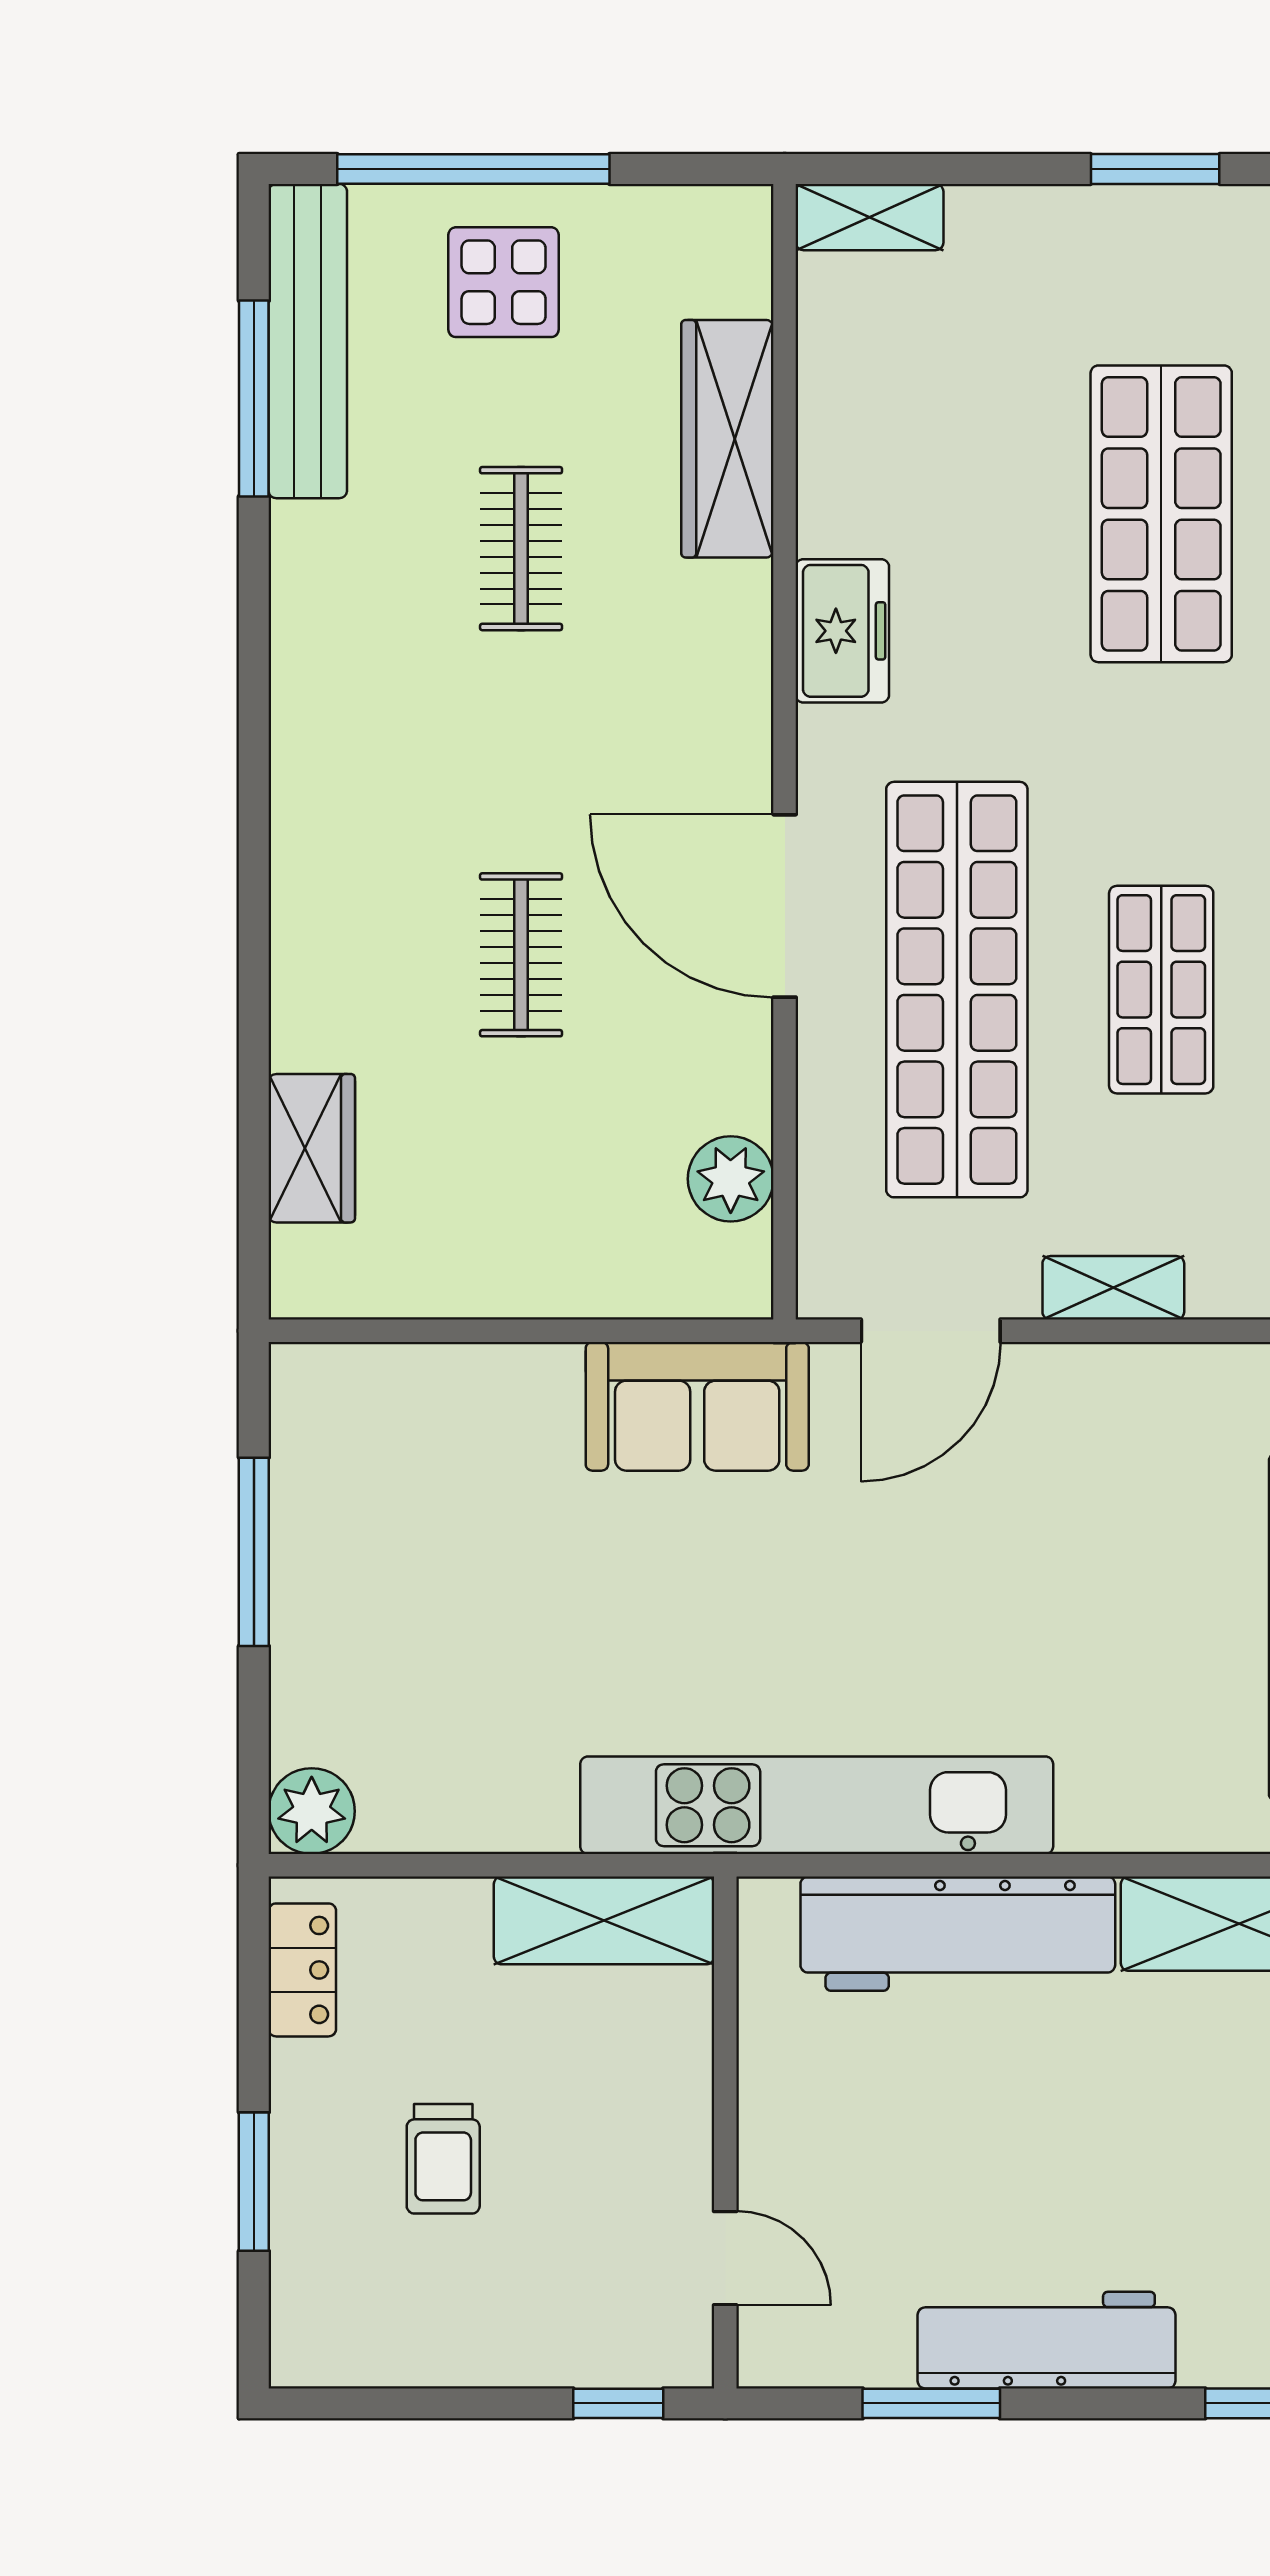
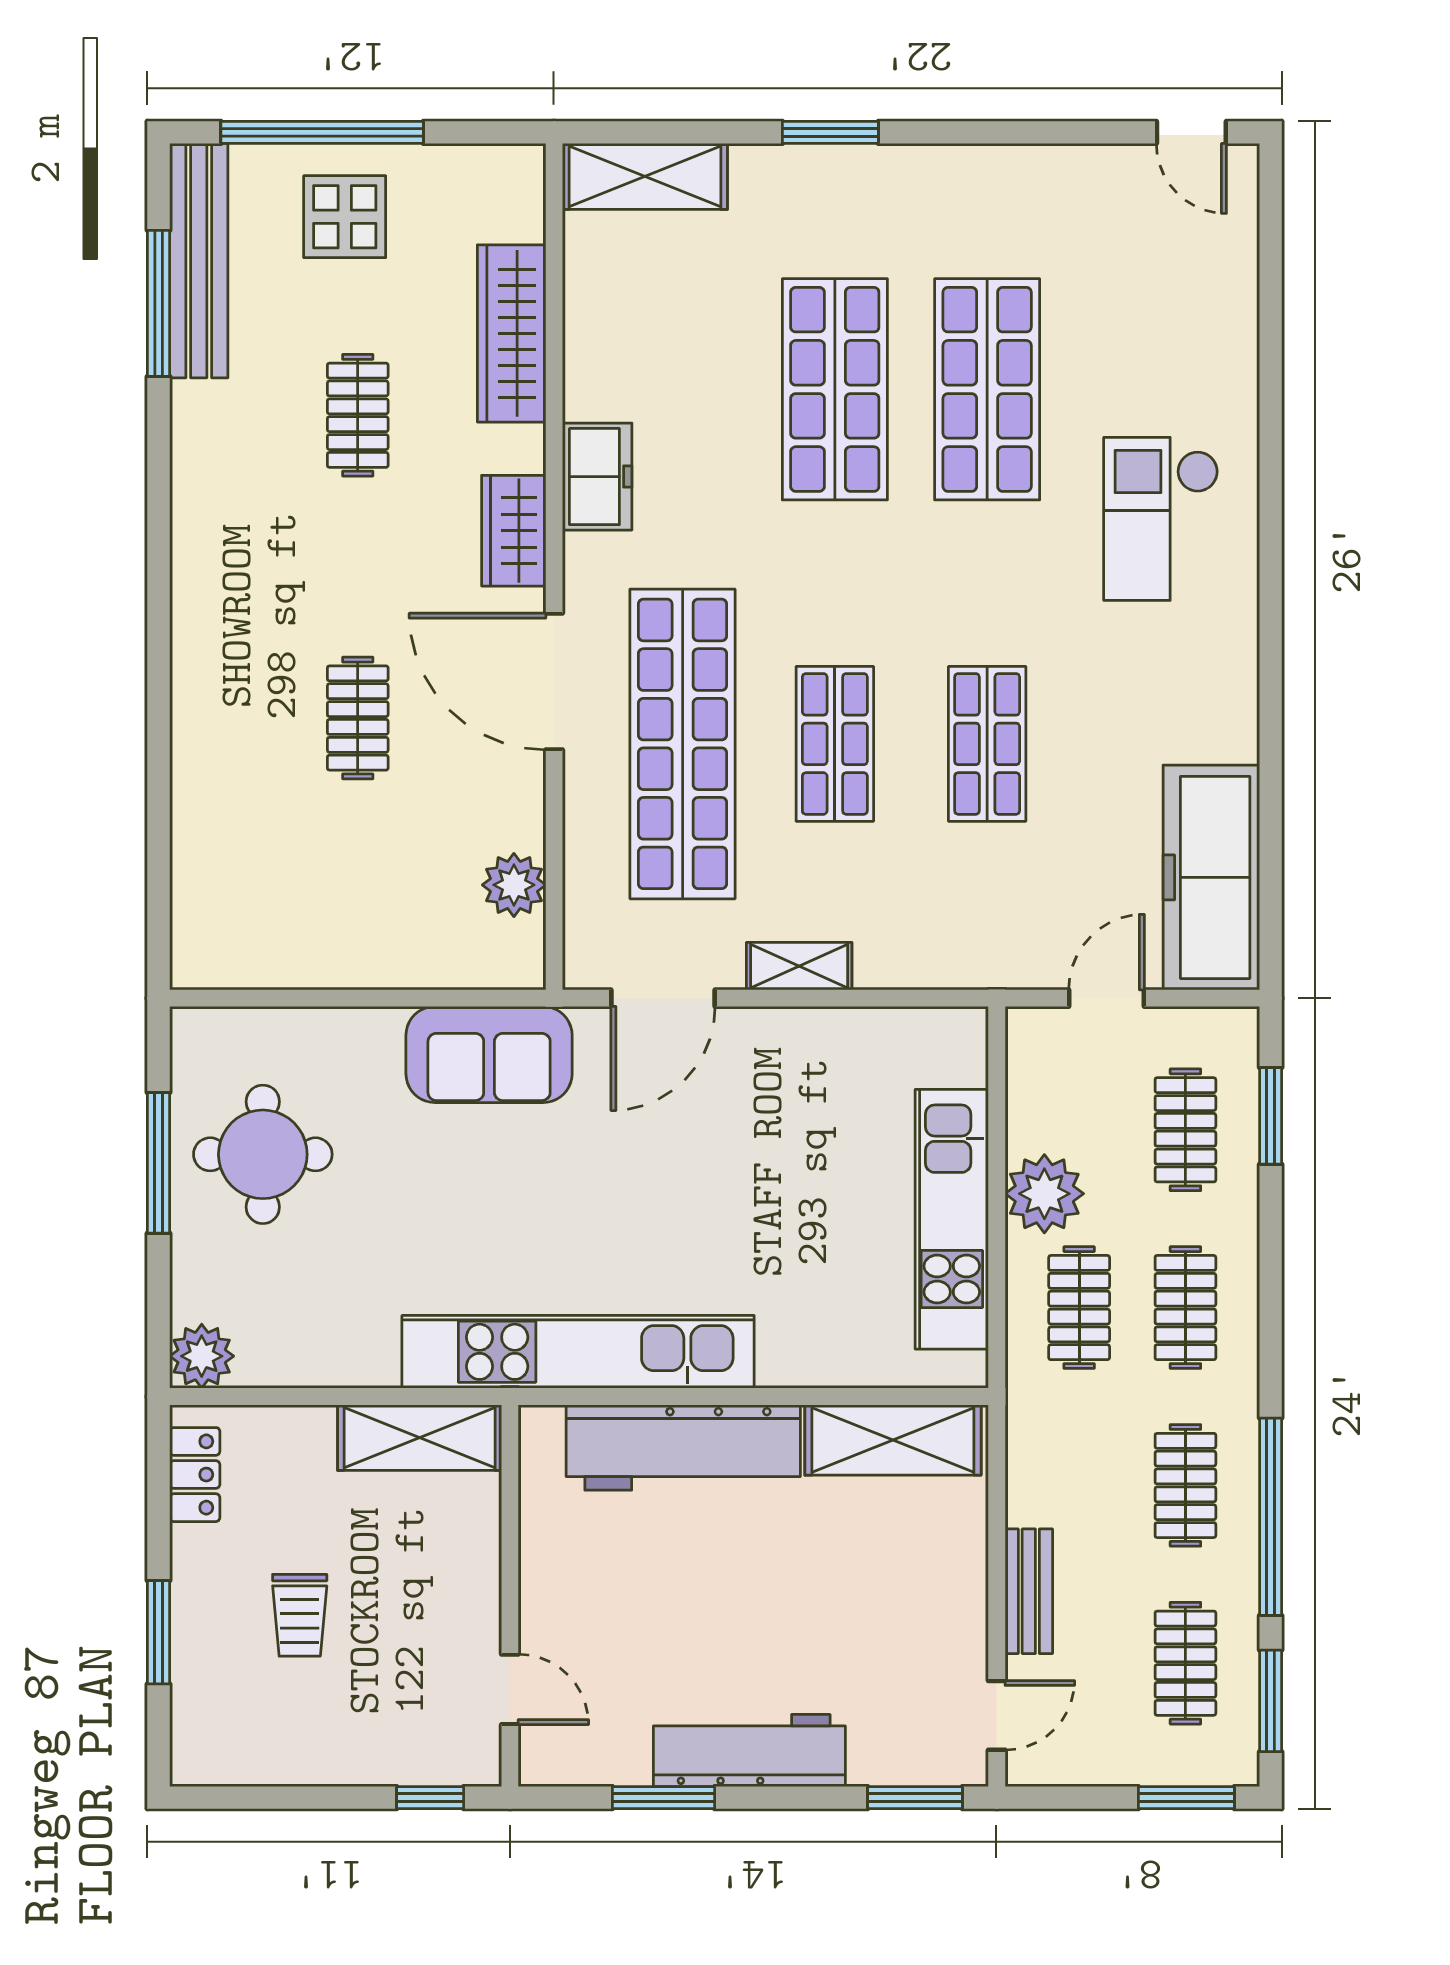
shelving: (869, 217) -> (645, 176), width x1.50, depth x1.33
wardrobe: (312, 1148) -> (514, 531), moved, turned 180
round table: (394, 1540) -> (263, 1154), added

